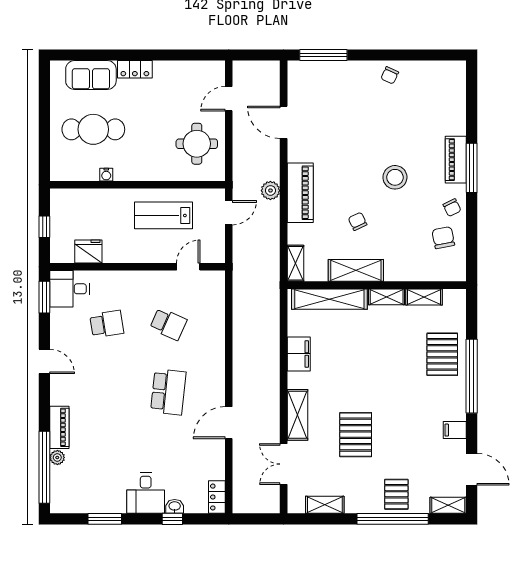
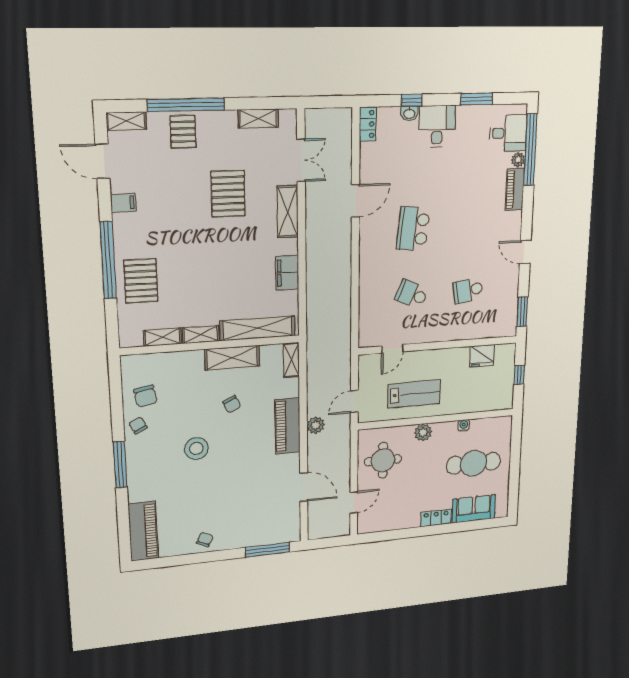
piano: (456, 160) -> (143, 531), moved, width x1.37, depth x1.33
plant: (153, 171) -> (423, 432), added
desk: (70, 289) -> (508, 133), moved

